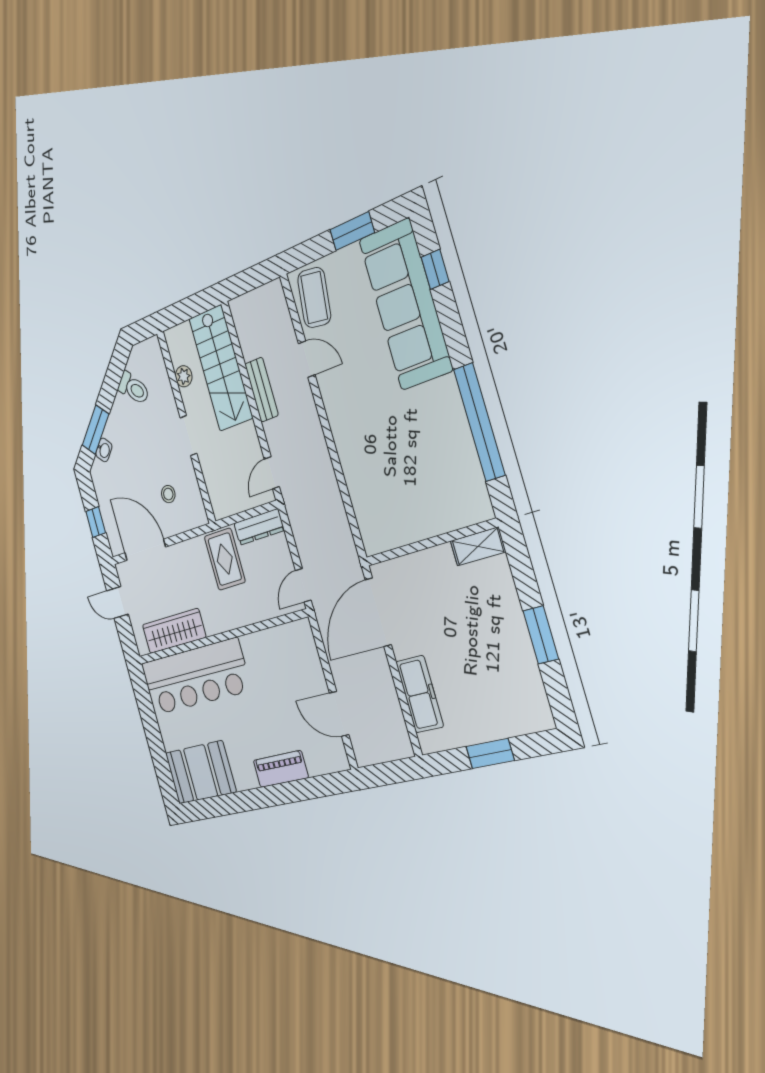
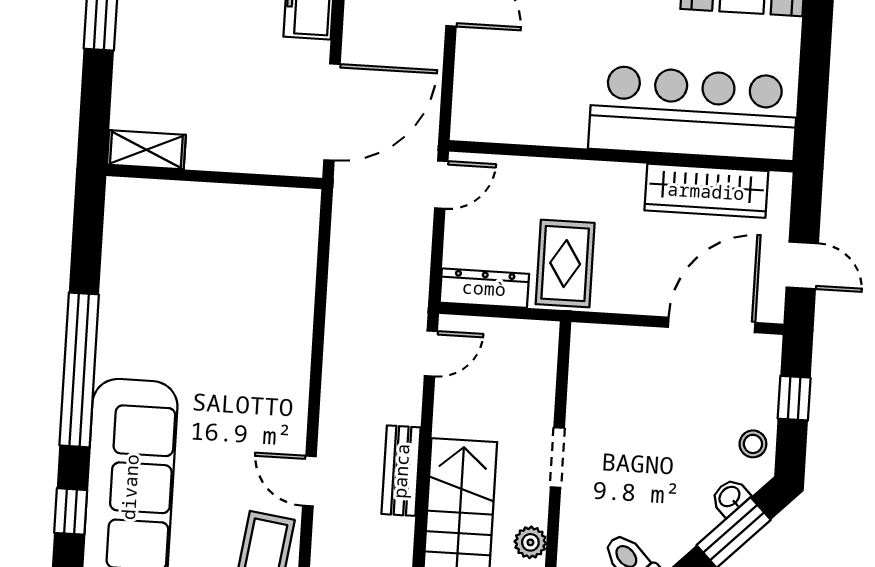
window: (479, 422) -> (79, 370), moved
stool: (168, 494) -> (753, 444), moved
door: (145, 550) -> (712, 325), swing flipped

